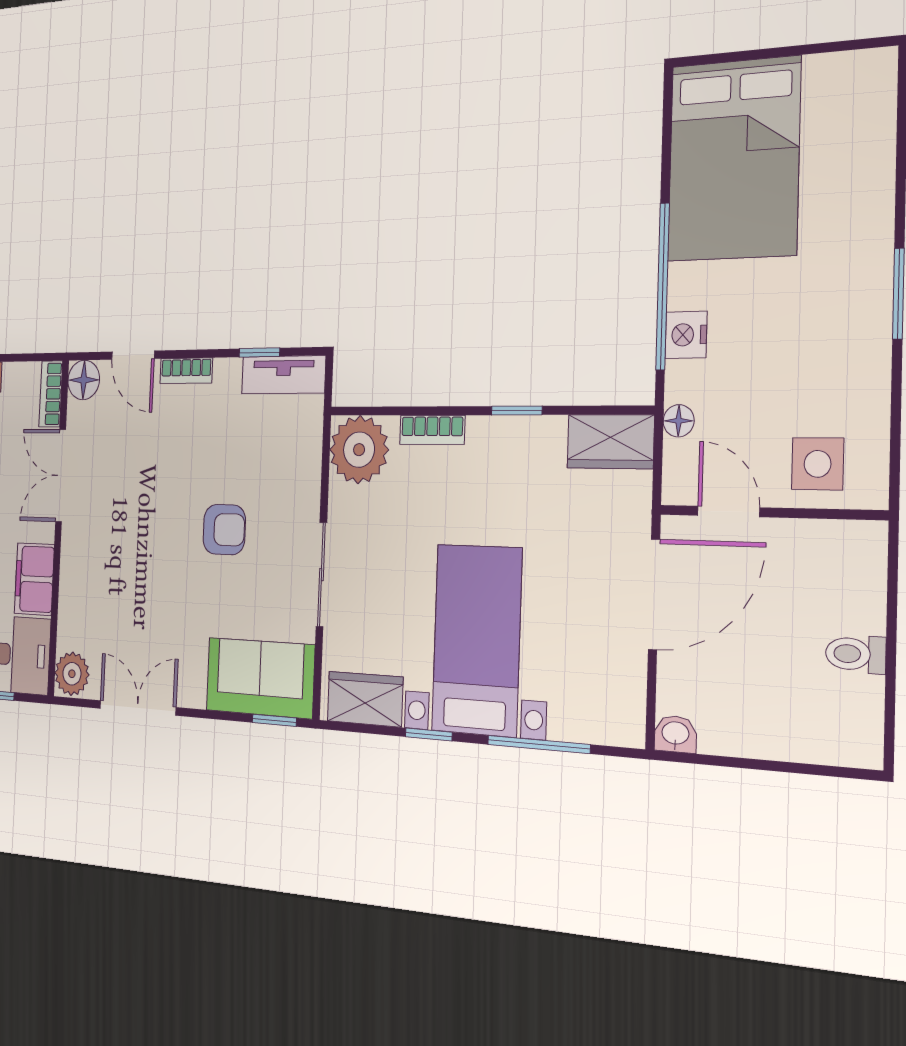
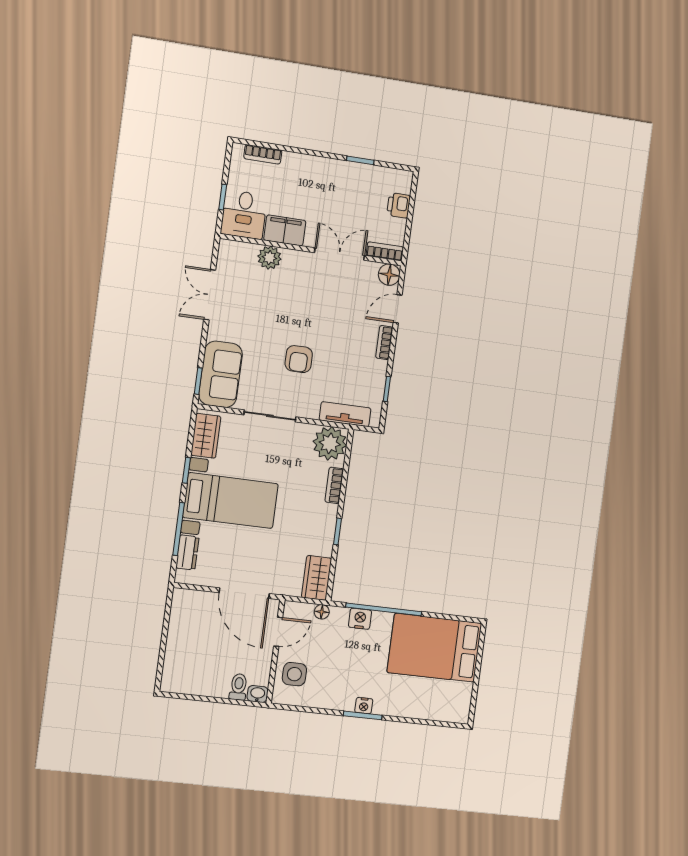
nightstand: (875, 295) -> (364, 706), added
tv unit: (283, 375) -> (345, 414), moved, turned 90
toilet: (856, 654) -> (238, 687), moved
plant: (72, 674) -> (269, 258), moved
double door: (138, 708) -> (210, 295), swing flipped
dresser: (583, 723) -> (187, 552), added
washbasin: (675, 734) -> (258, 694), moved, turned -90

